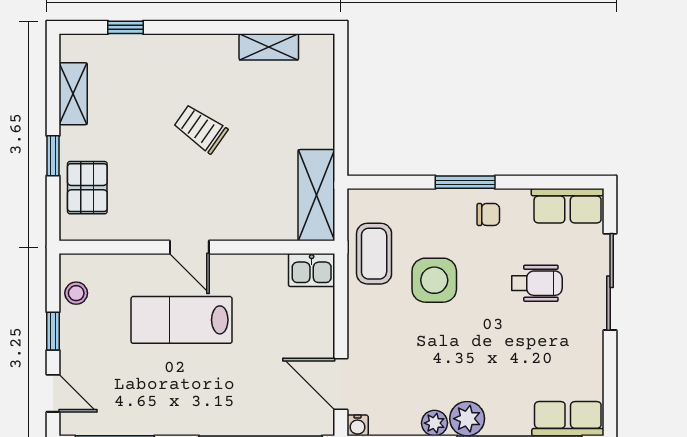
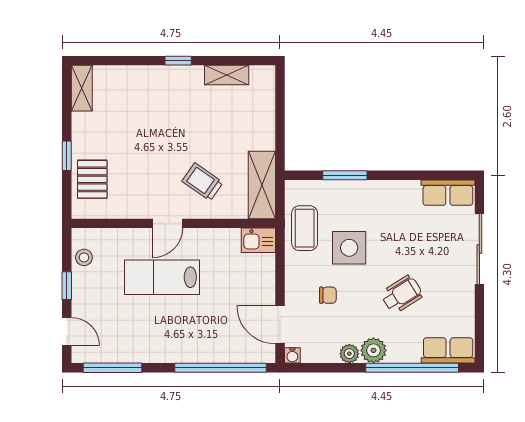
window: (126, 27) -> (178, 61), moved
shelving: (73, 94) -> (82, 88), moved
trolley: (201, 129) -> (202, 182), moved
window: (465, 182) -> (345, 175), moved
chair: (488, 214) -> (328, 295), moved
door: (189, 247) -> (168, 223), hinge flipped
wheelchair: (537, 283) -> (402, 294), moved, turned -32

